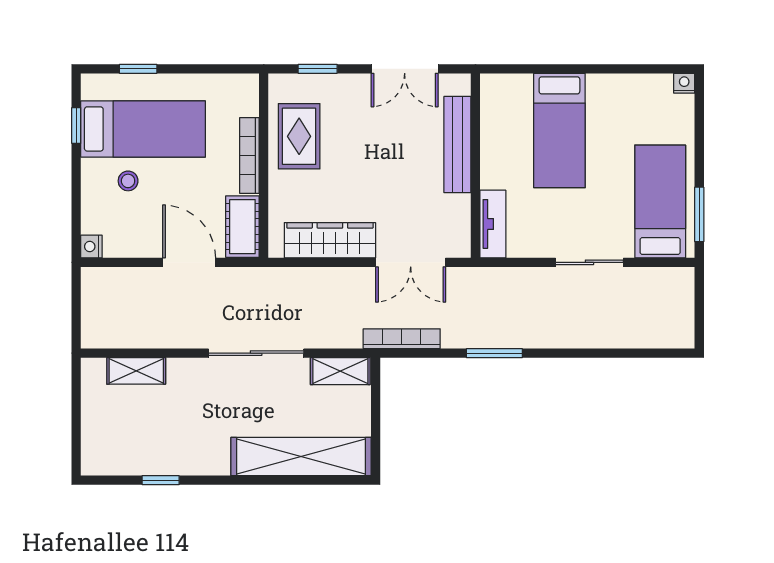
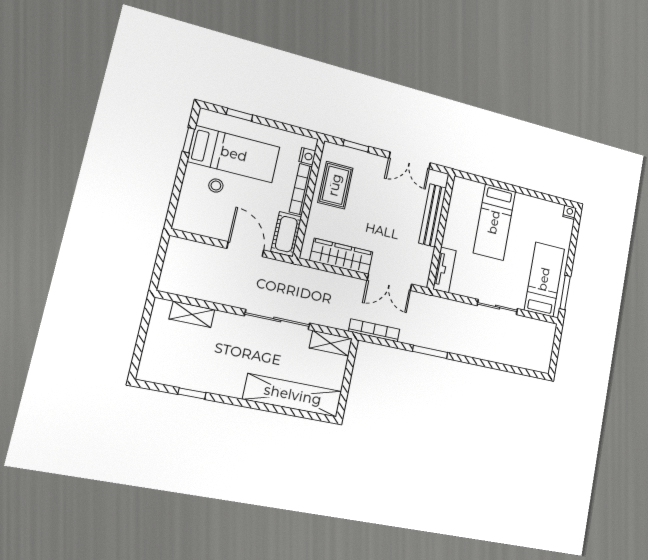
nightstand: (91, 246) -> (307, 156), moved, turned 180

